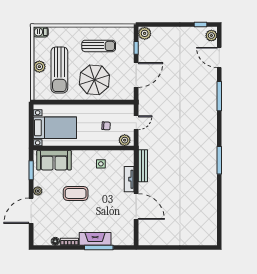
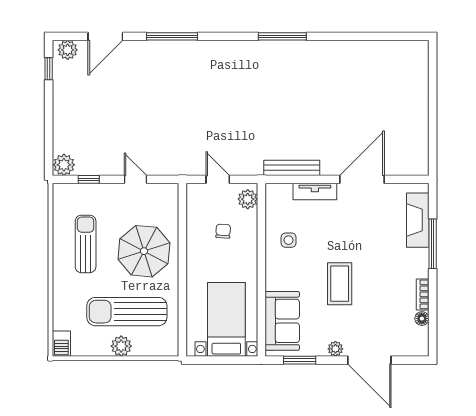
sun lounger: (59, 70) -> (127, 312), turned 180
door: (136, 75) -> (136, 179), width x0.53
fireplace: (95, 239) -> (418, 220), moved

